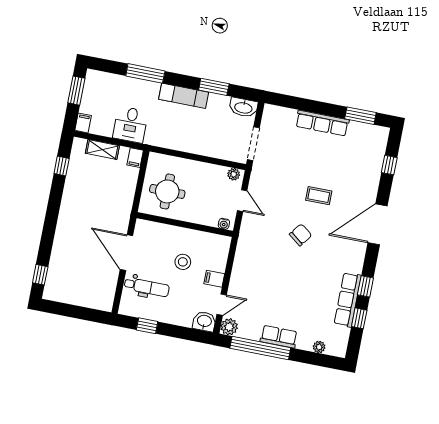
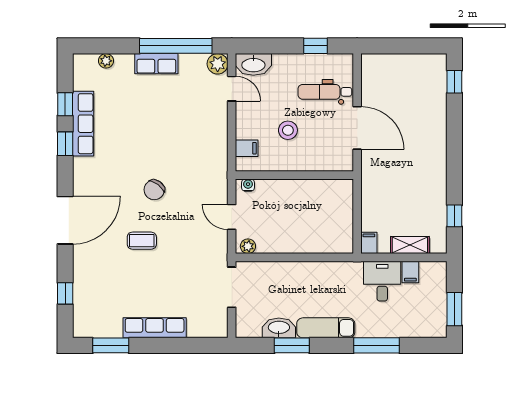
washbasin: (243, 107) -> (279, 328), moved
filing cabinet: (83, 123) -> (410, 272), moved
round table: (167, 191) -> (323, 210), removed
filing cabinet: (214, 279) -> (247, 148), moved
door: (222, 305) -> (232, 89), swing flipped
washbasin: (204, 321) -> (253, 64), width x1.38

